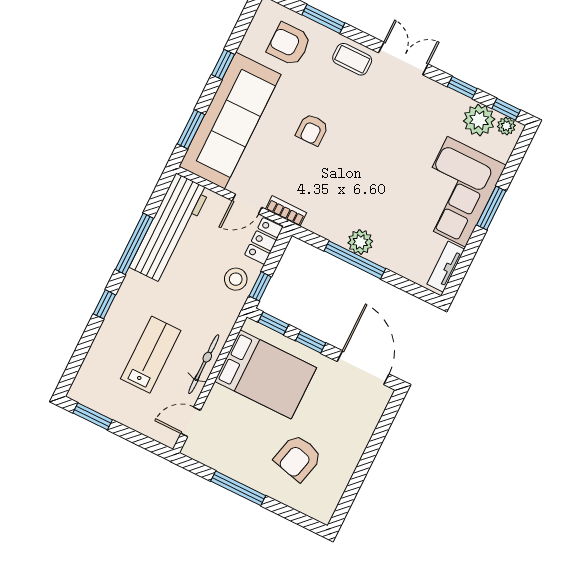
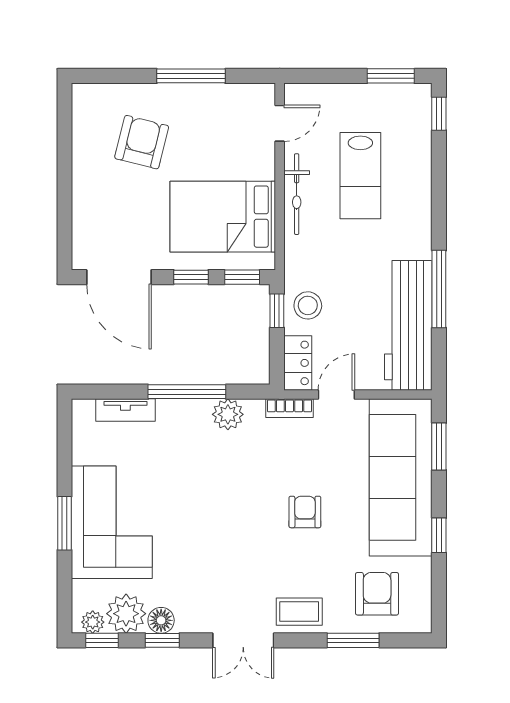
armchair: (289, 44) -> (377, 594), turned -90
floor lamp: (456, 103) -> (161, 620), added
plant: (360, 242) -> (228, 414), moved
tv unit: (446, 267) -> (125, 410), moved, turned 90
window: (104, 304) -> (439, 114), moved

